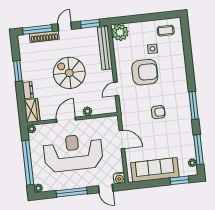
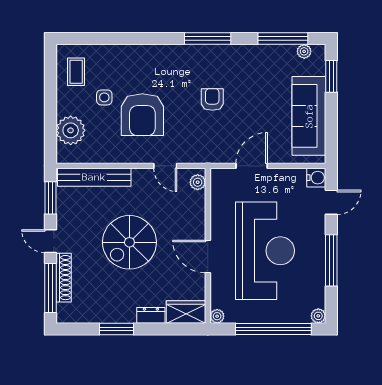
plant: (120, 32) -> (71, 130), moved
armchair: (145, 72) -> (142, 115), turned 180
plant: (87, 111) -> (198, 182), moved
reception desk: (73, 153) -> (265, 251), turned 180

